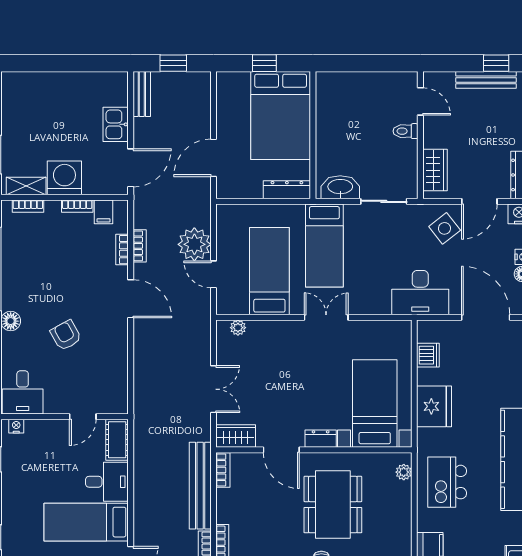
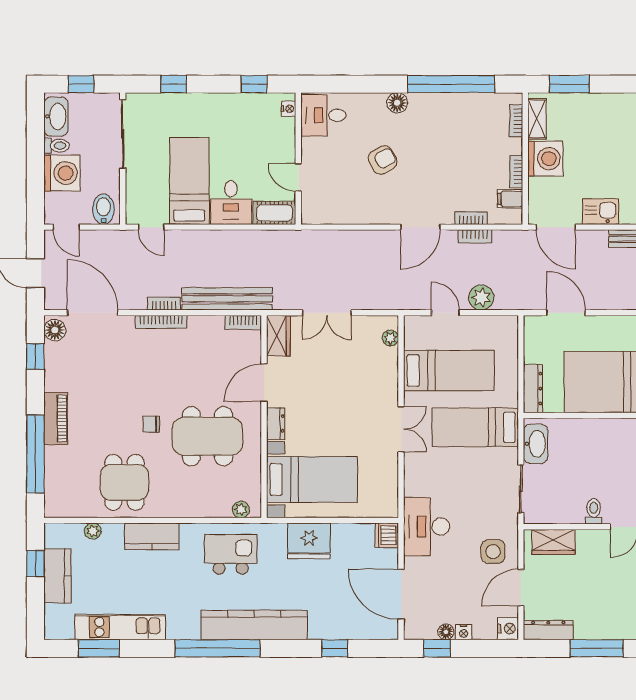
door: (479, 201) -> (521, 588), hinge flipped
side table: (445, 228) -> (493, 552), turned 38
plant: (194, 244) -> (481, 298), width x0.73, depth x0.73
door: (214, 274) -> (445, 313), hinge flipped
door: (486, 317) -> (401, 594), swing flipped
dishwasher: (428, 355) -> (387, 535), moved, turned 90

